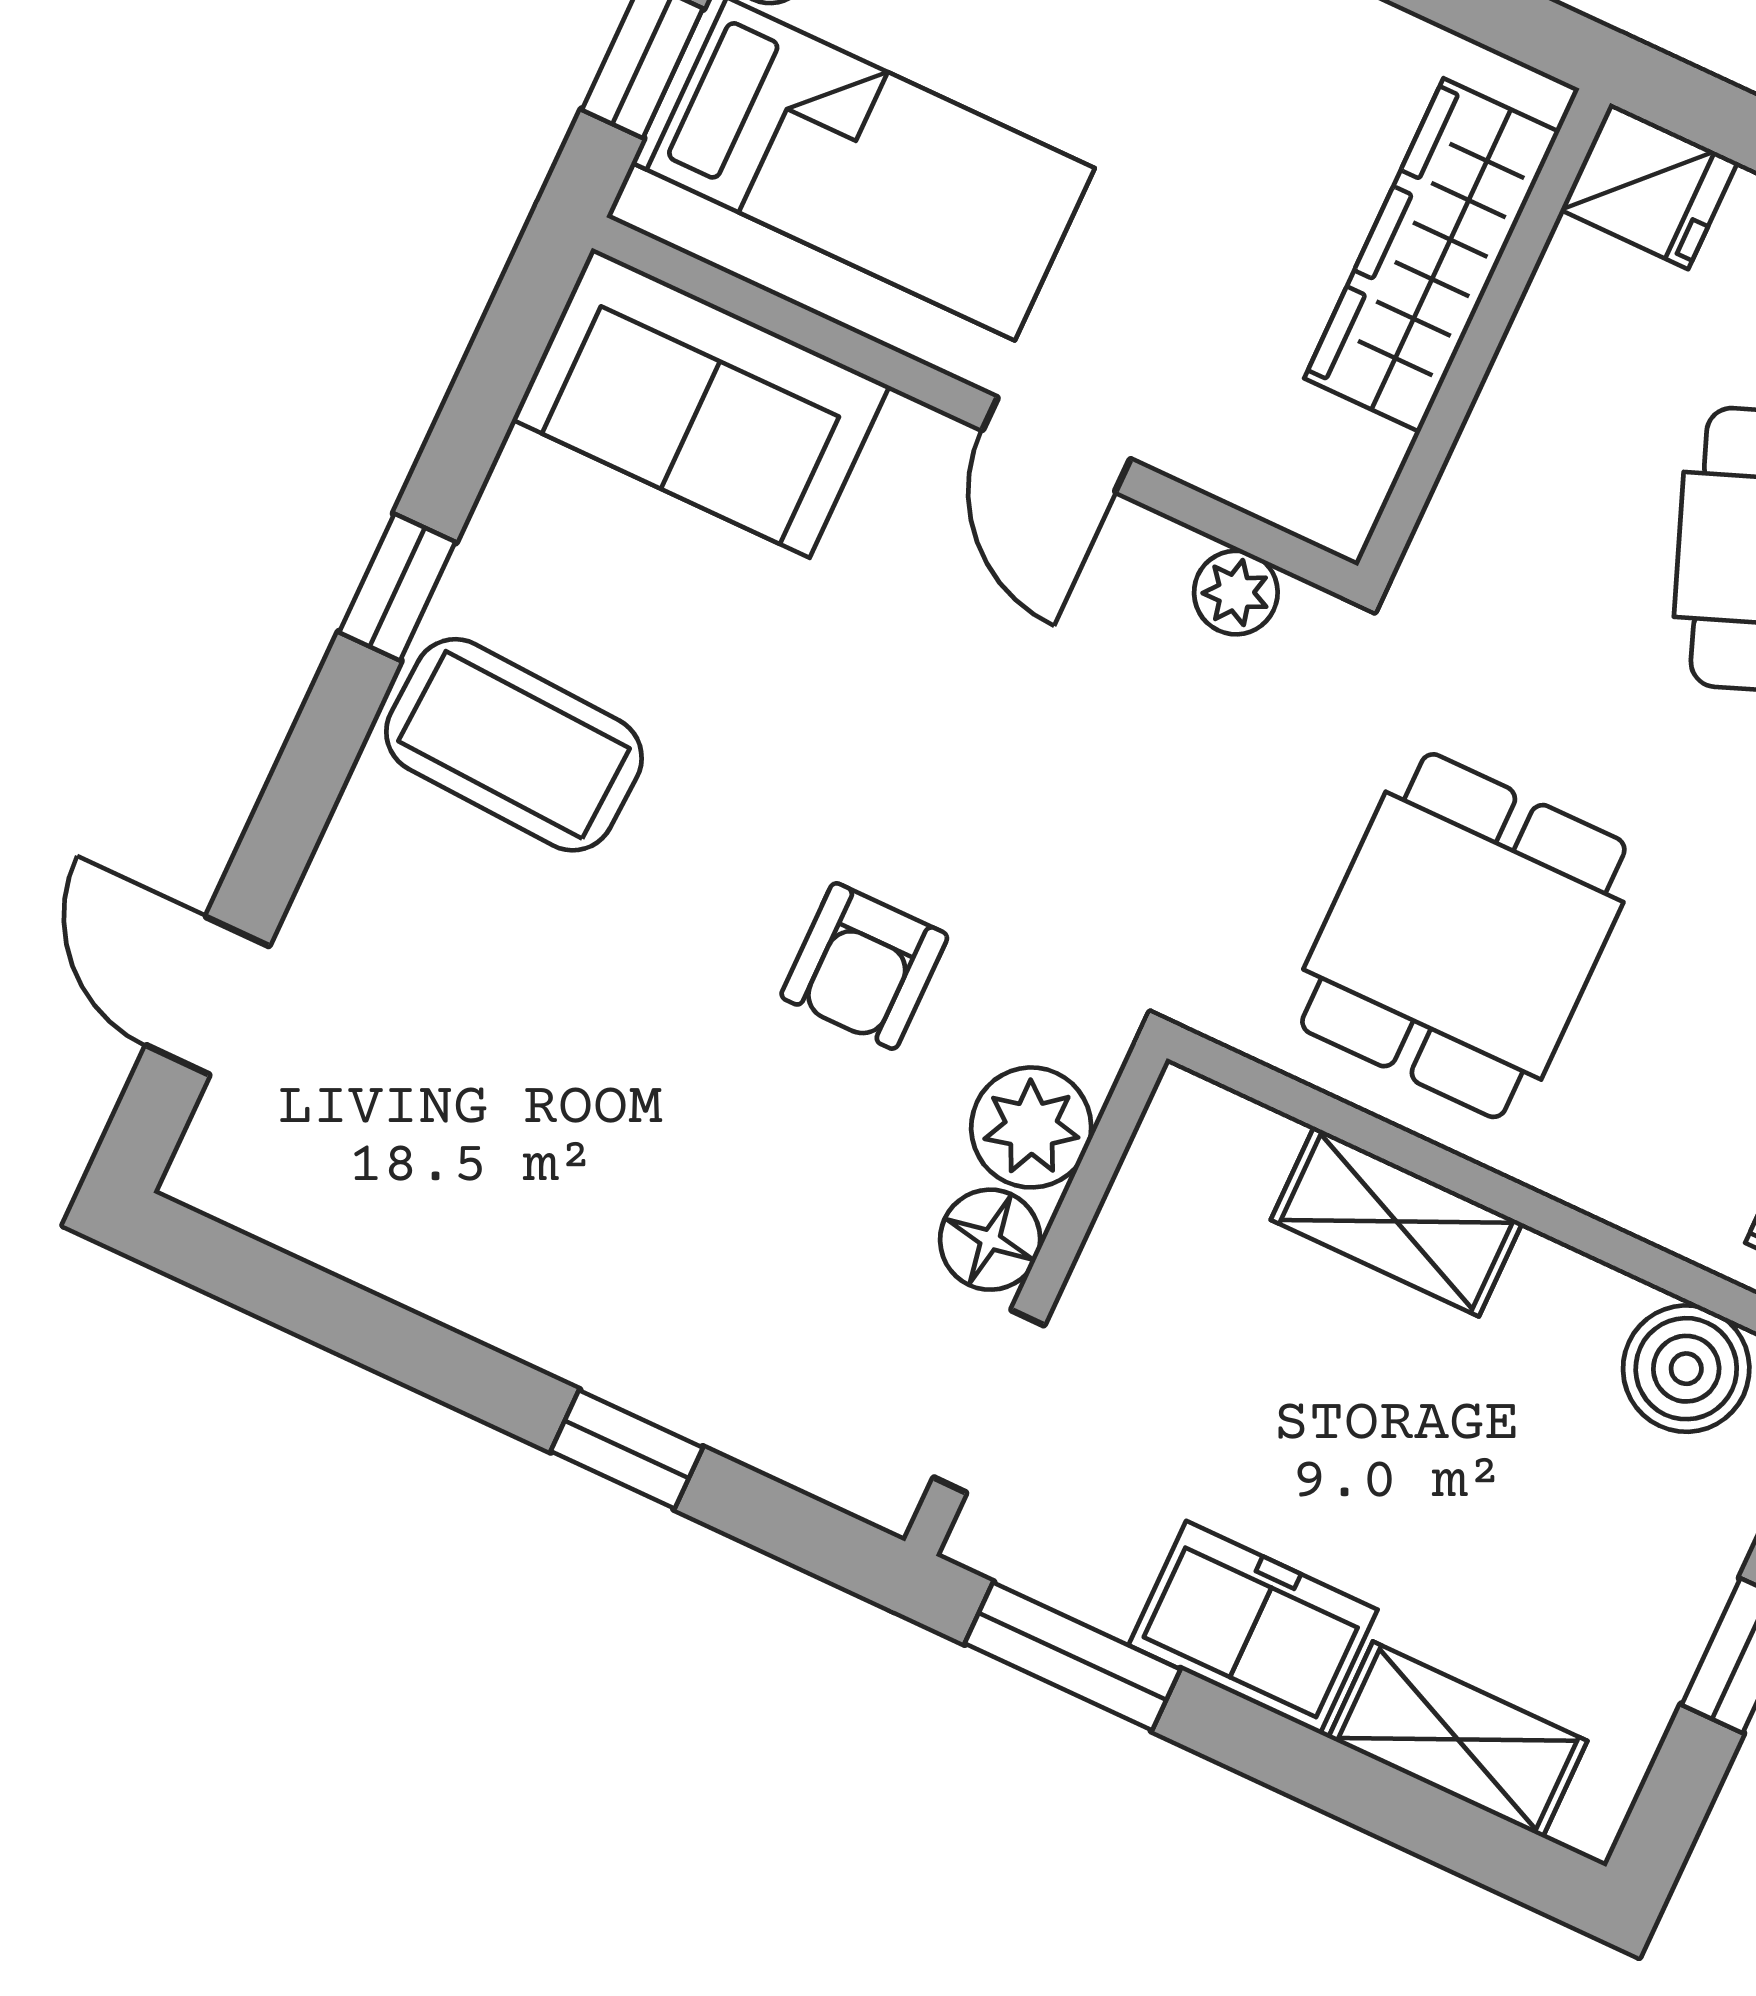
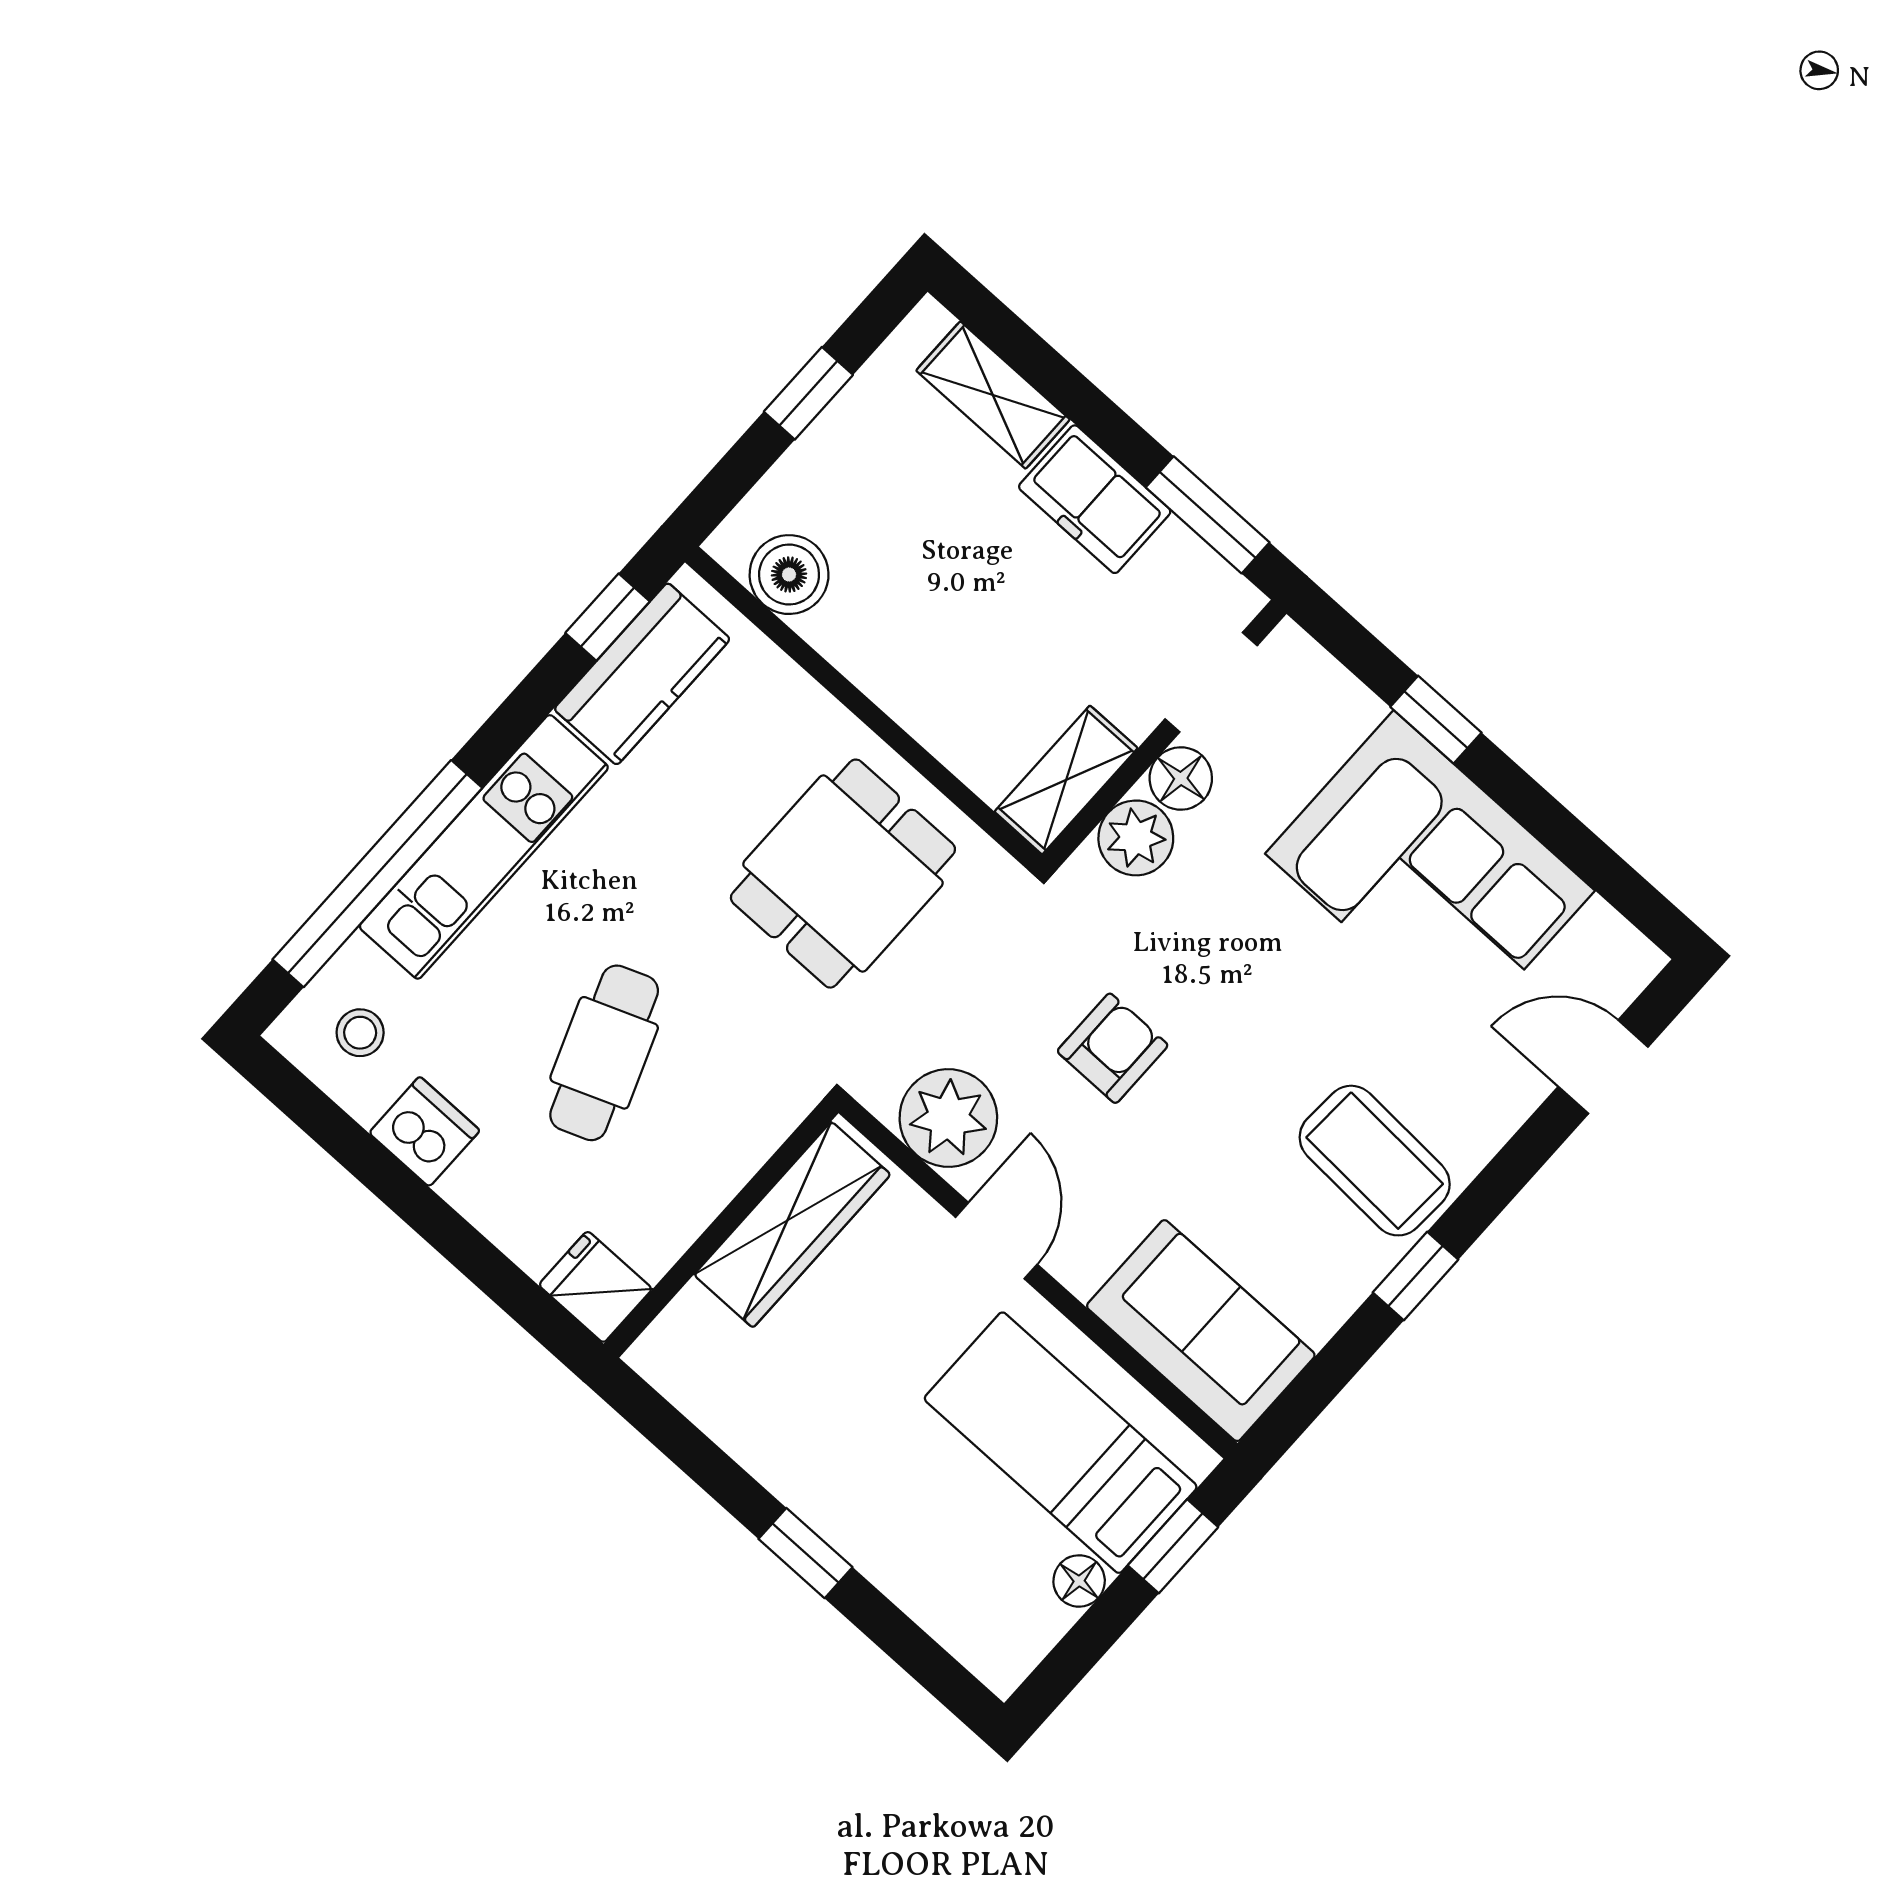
wardrobe: (1432, 255) -> (792, 1225), moved
plant: (1236, 593) -> (948, 1118), width x1.88, depth x1.88
armchair: (864, 966) -> (1113, 1048), moved
door: (208, 996) -> (1603, 1067), swing flipped
corner sofa: (564, 1213) -> (1430, 872), added
shelving: (1397, 1221) -> (1066, 780), moved, turned 90

